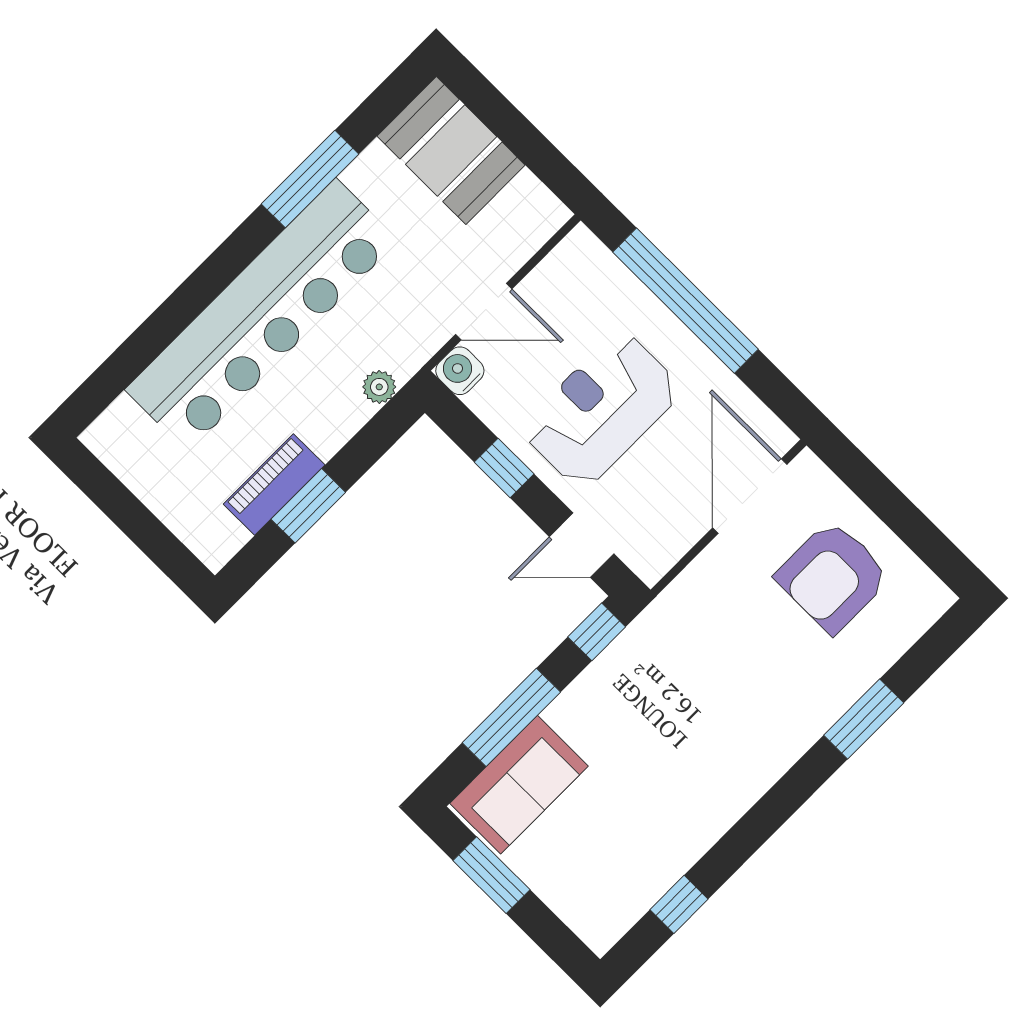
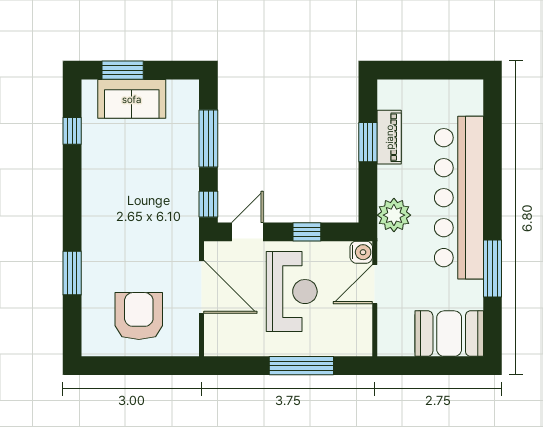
window: (685, 301) -> (301, 366), width x0.68
plant: (379, 387) -> (394, 215), width x1.87, depth x1.87
door: (750, 496) -> (202, 287), moved
sofa: (519, 785) -> (132, 99), moved, turned -90
window: (491, 875) -> (123, 70), moved

